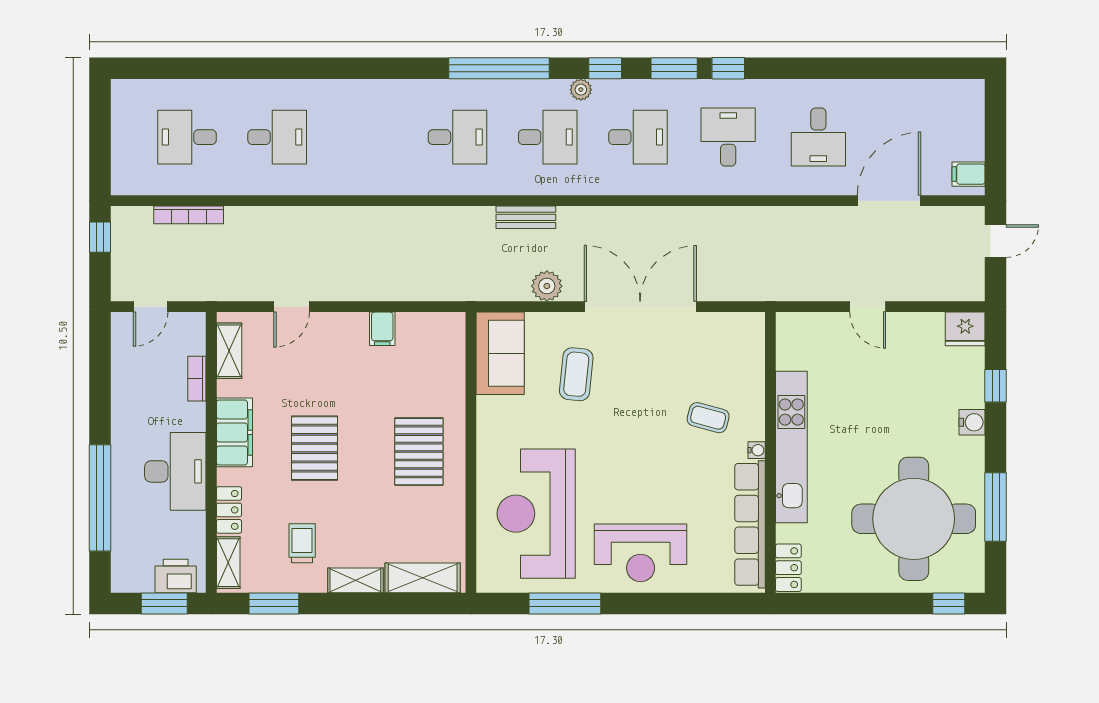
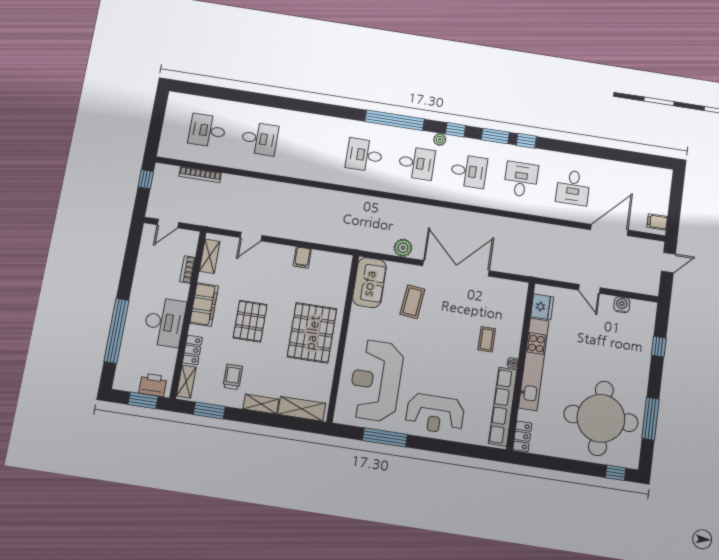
desk: (458, 137) -> (364, 155), turned 180
bench: (526, 217) -> (397, 207), removed
fridge: (965, 329) -> (542, 307), moved, turned -90
coffee table: (708, 418) -> (487, 339), turned 75
water cooler: (972, 422) -> (622, 305), moved, turned -90
pallet: (419, 452) -> (312, 333), width x1.37, depth x1.41

